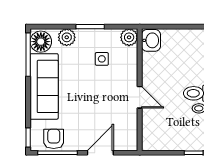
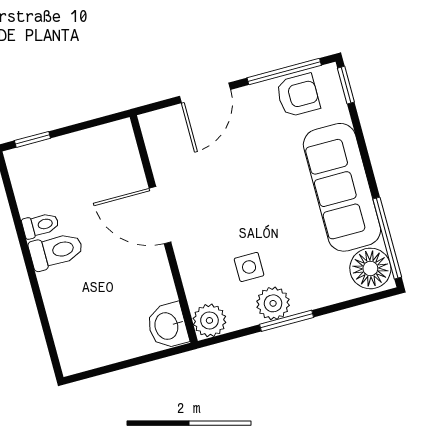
plant: (67, 37) -> (273, 303), moved
door: (140, 97) -> (160, 215), width x1.38
armchair: (54, 139) -> (298, 95), turned -90

